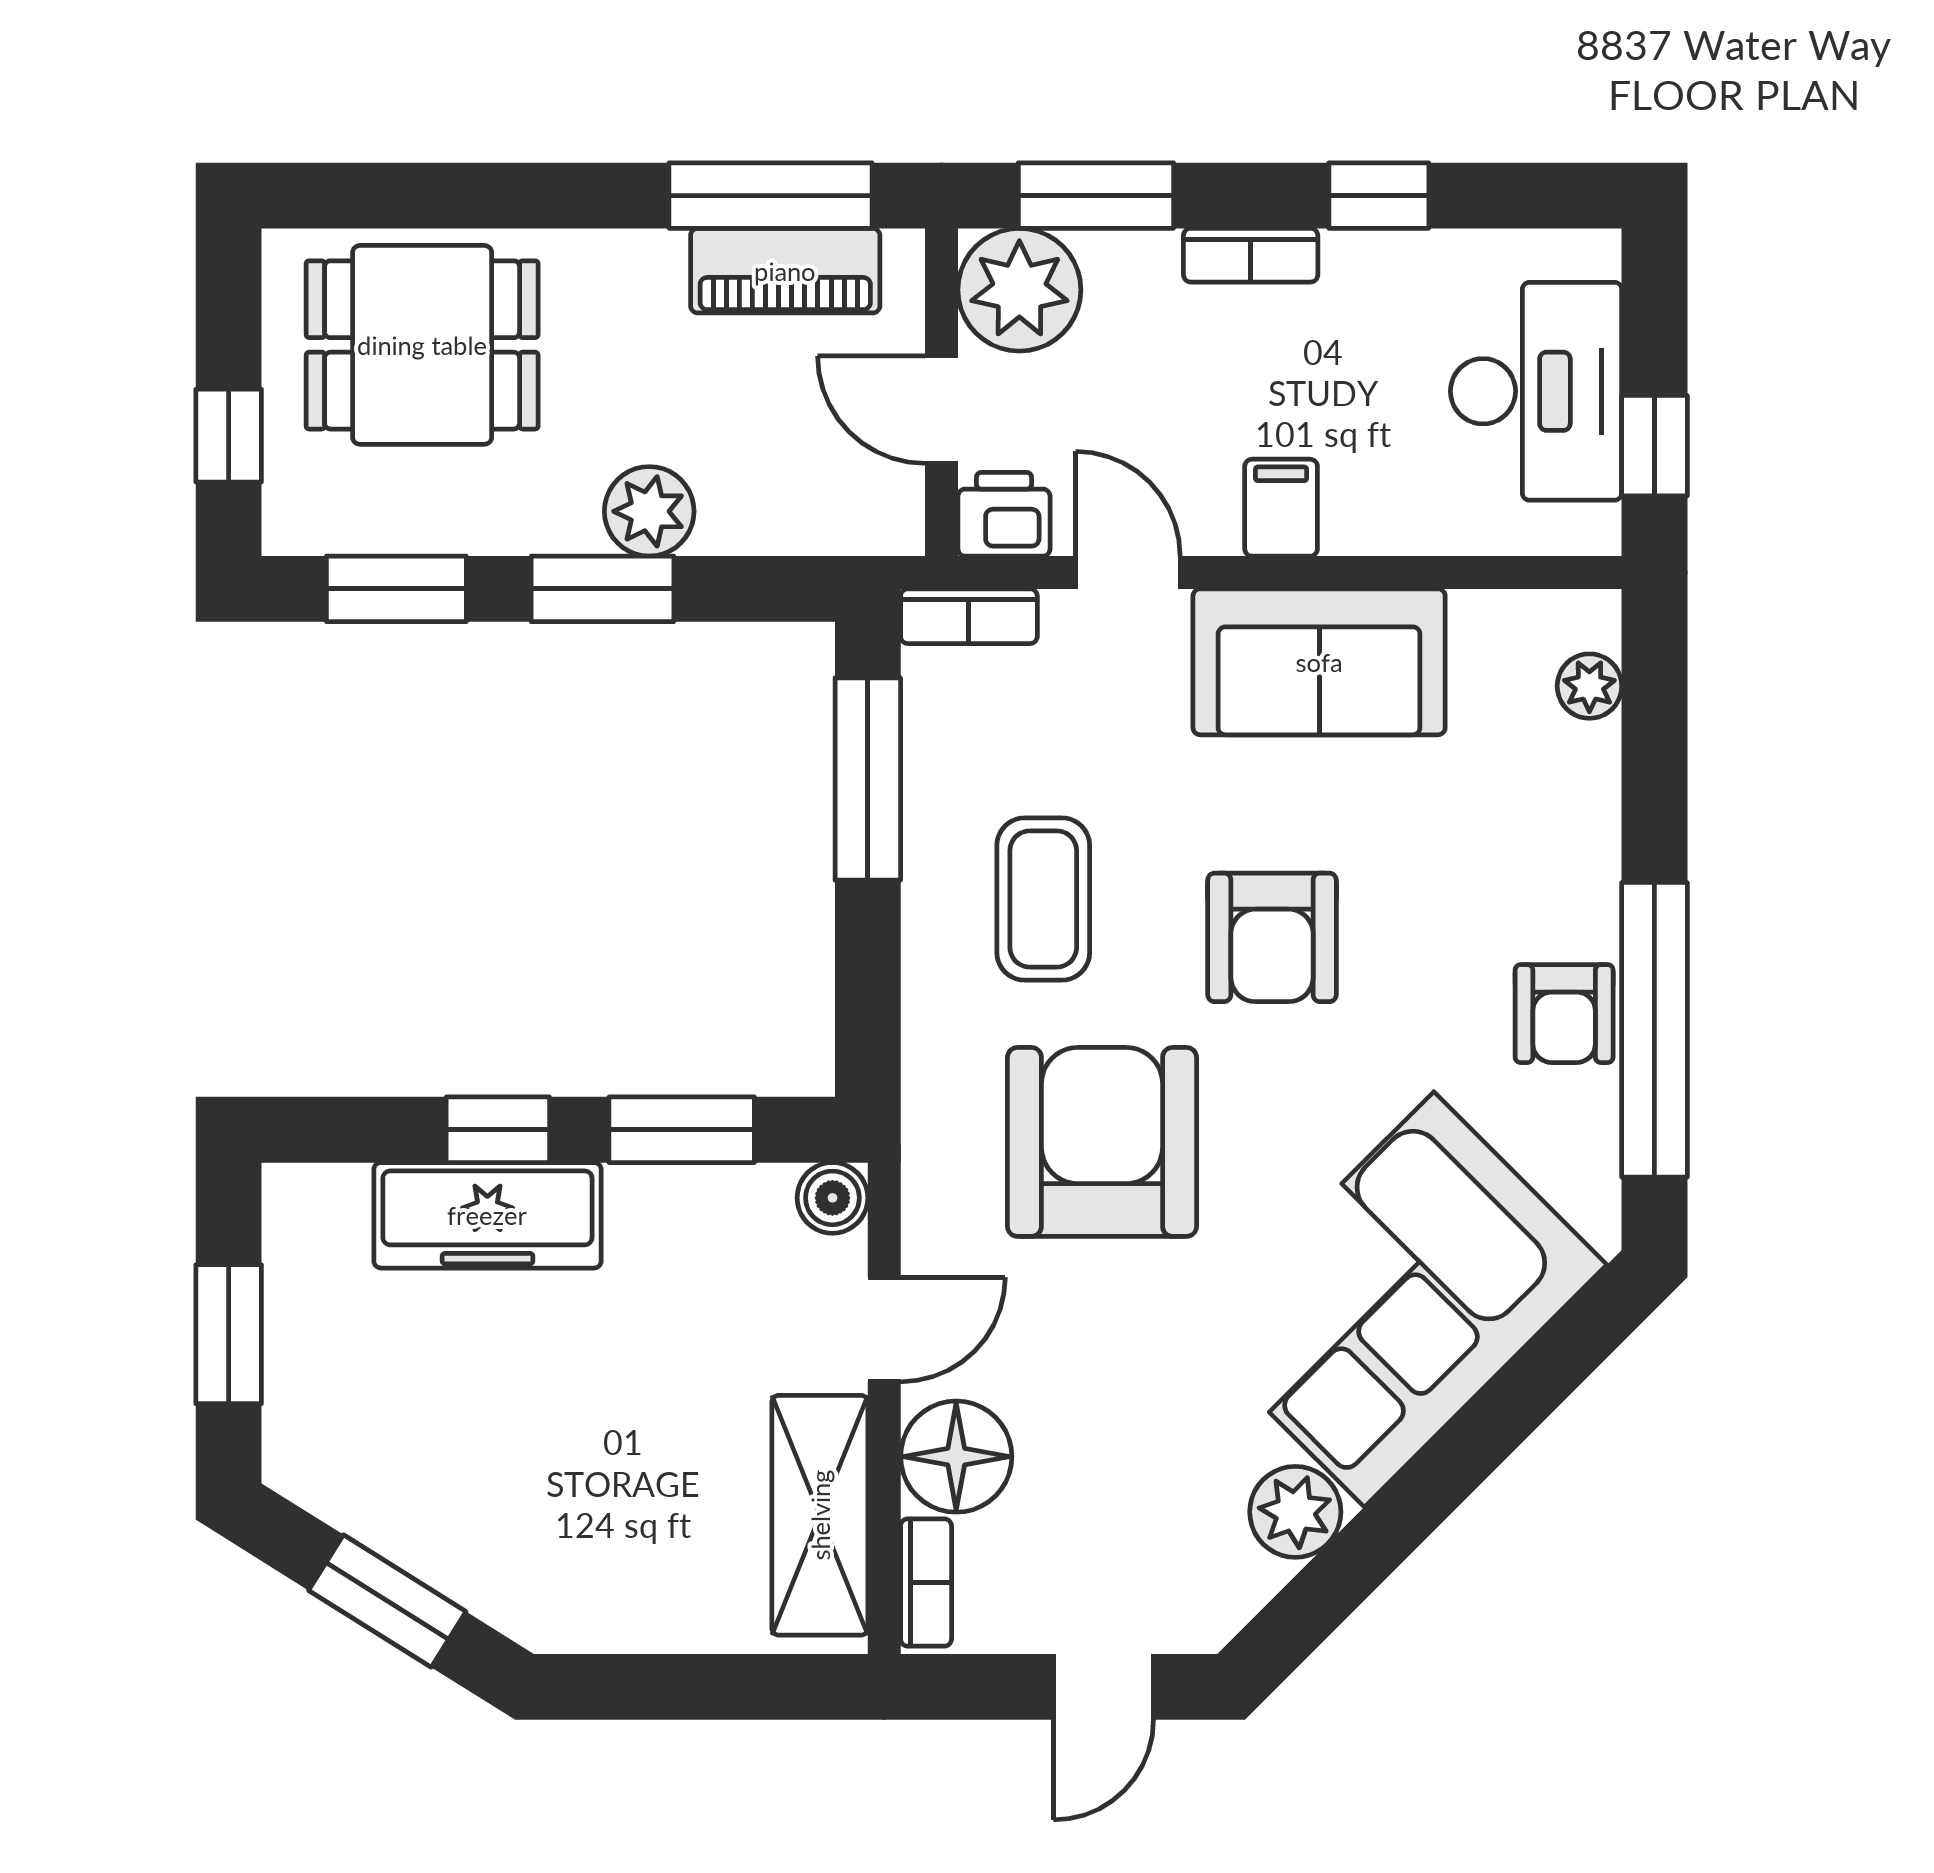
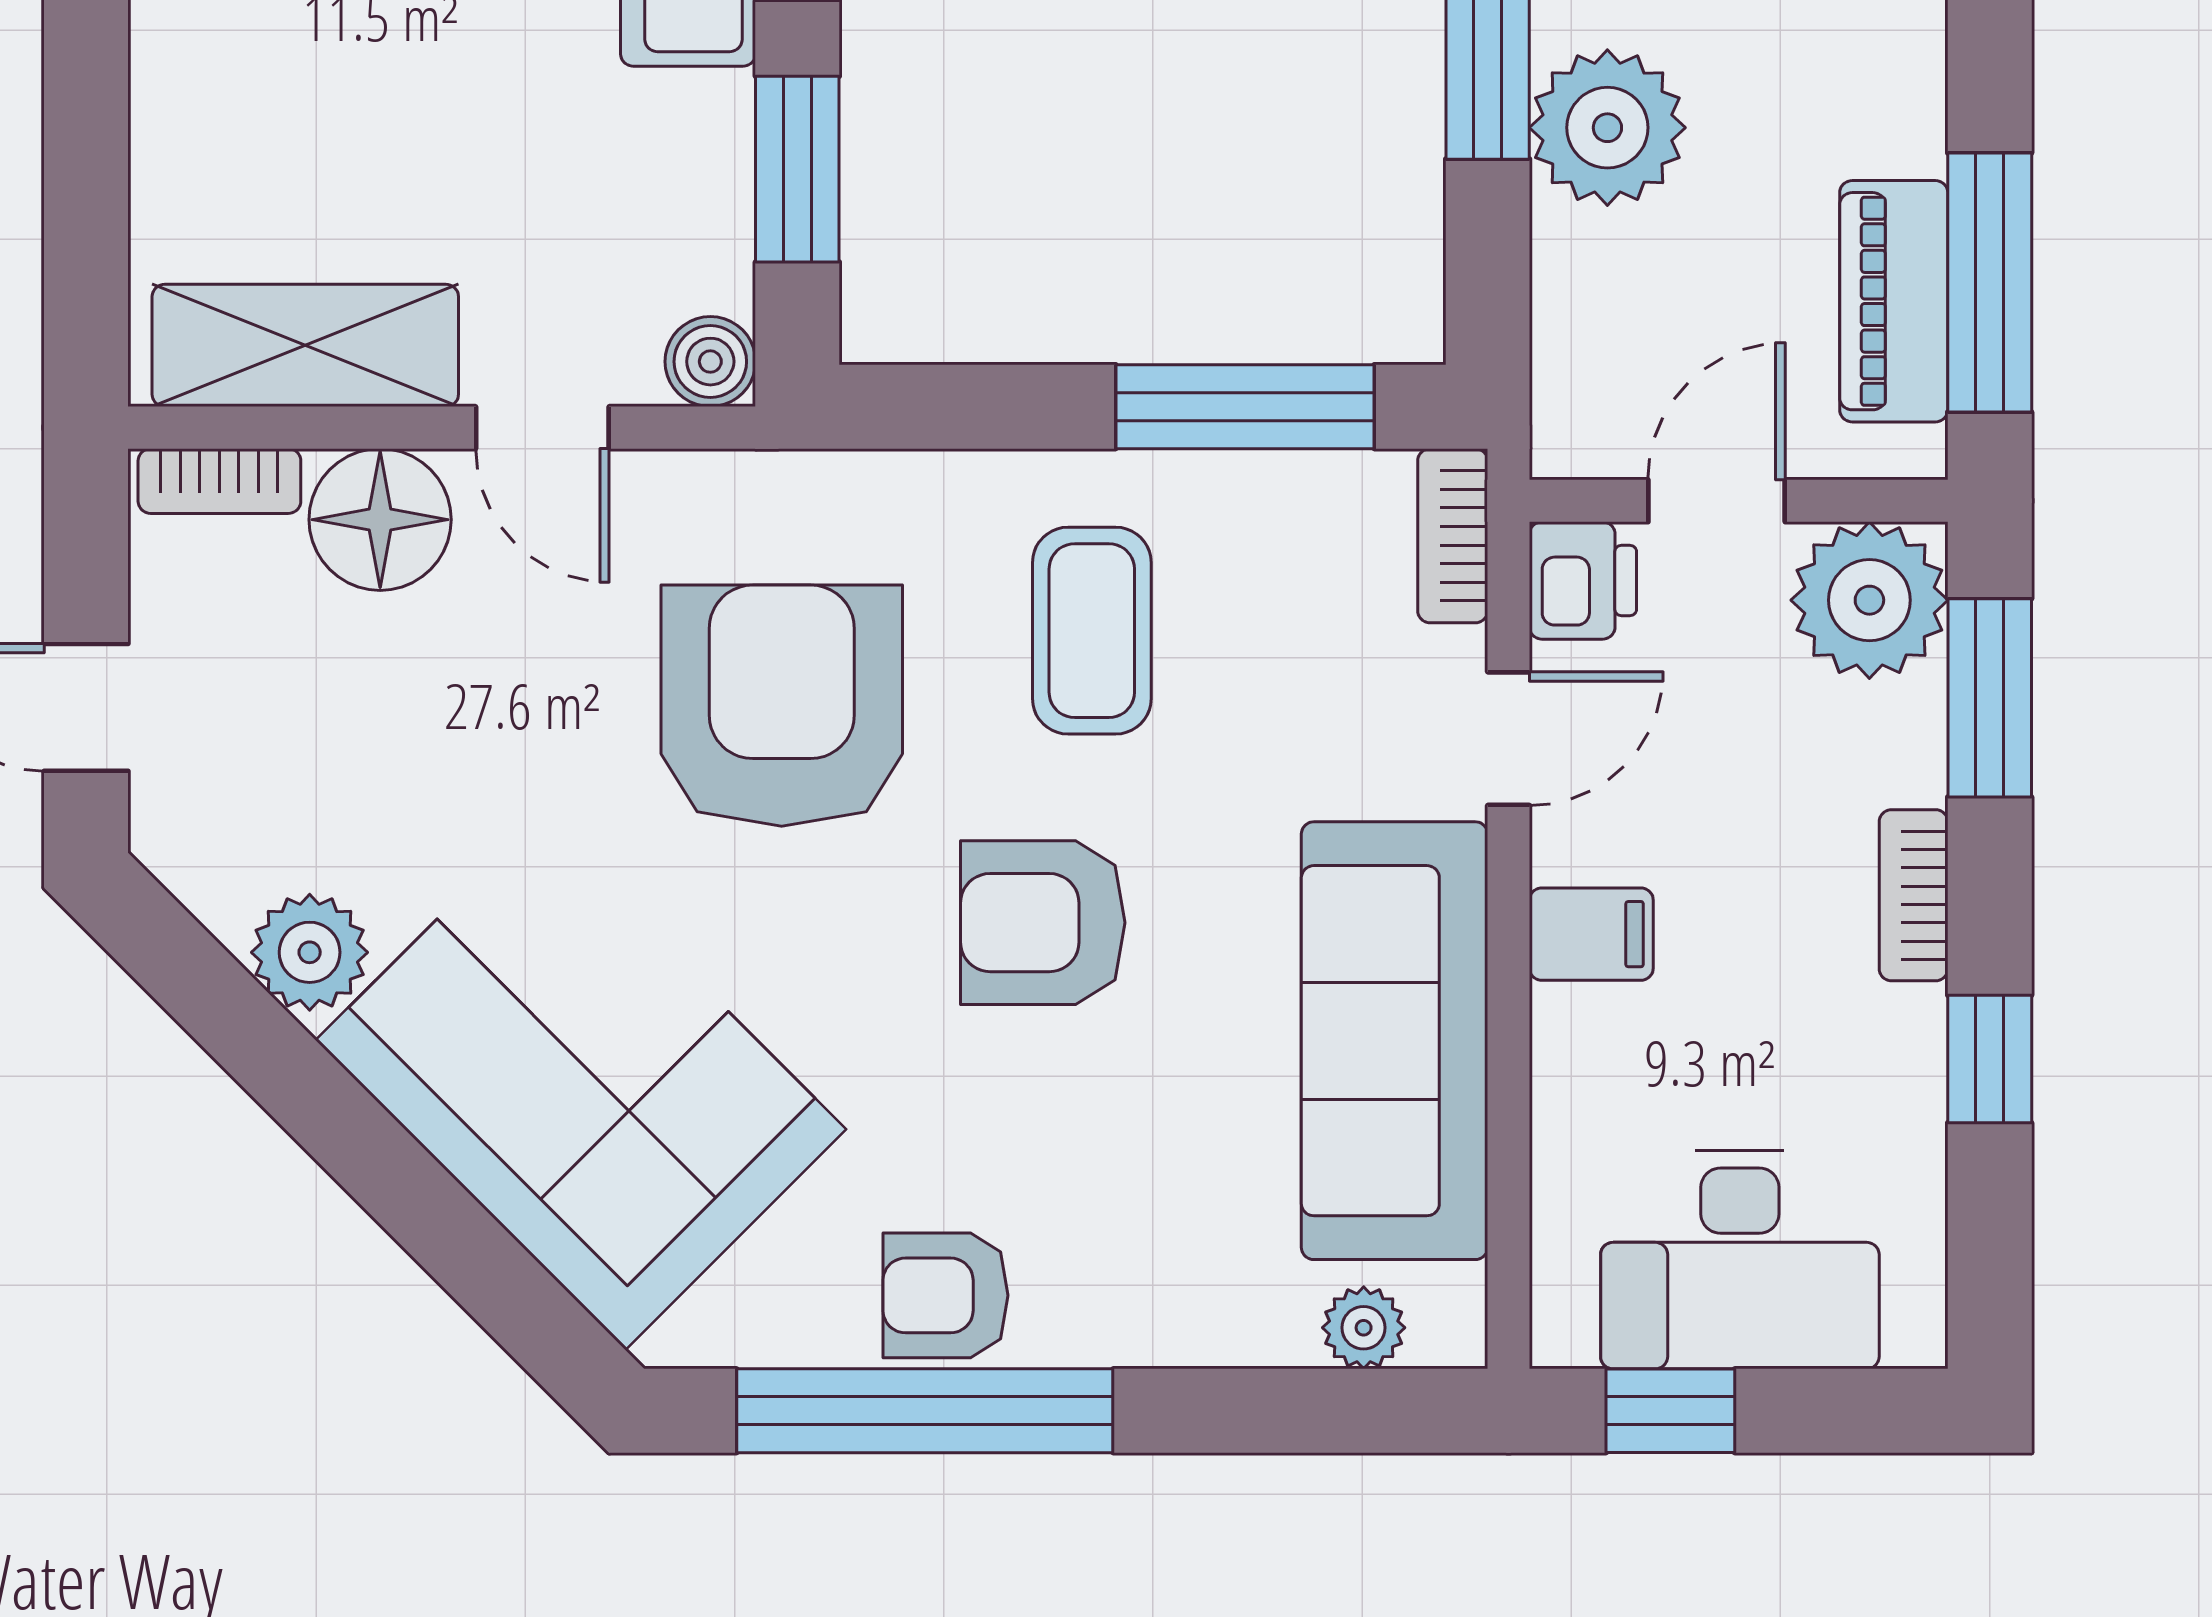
plant: (649, 511) -> (1607, 128), width x1.36, depth x1.36
sofa: (1319, 662) -> (1395, 1041), width x1.36
coffee table: (1043, 899) -> (1092, 631), turned 90
armchair: (1102, 1142) -> (782, 706), turned -90

